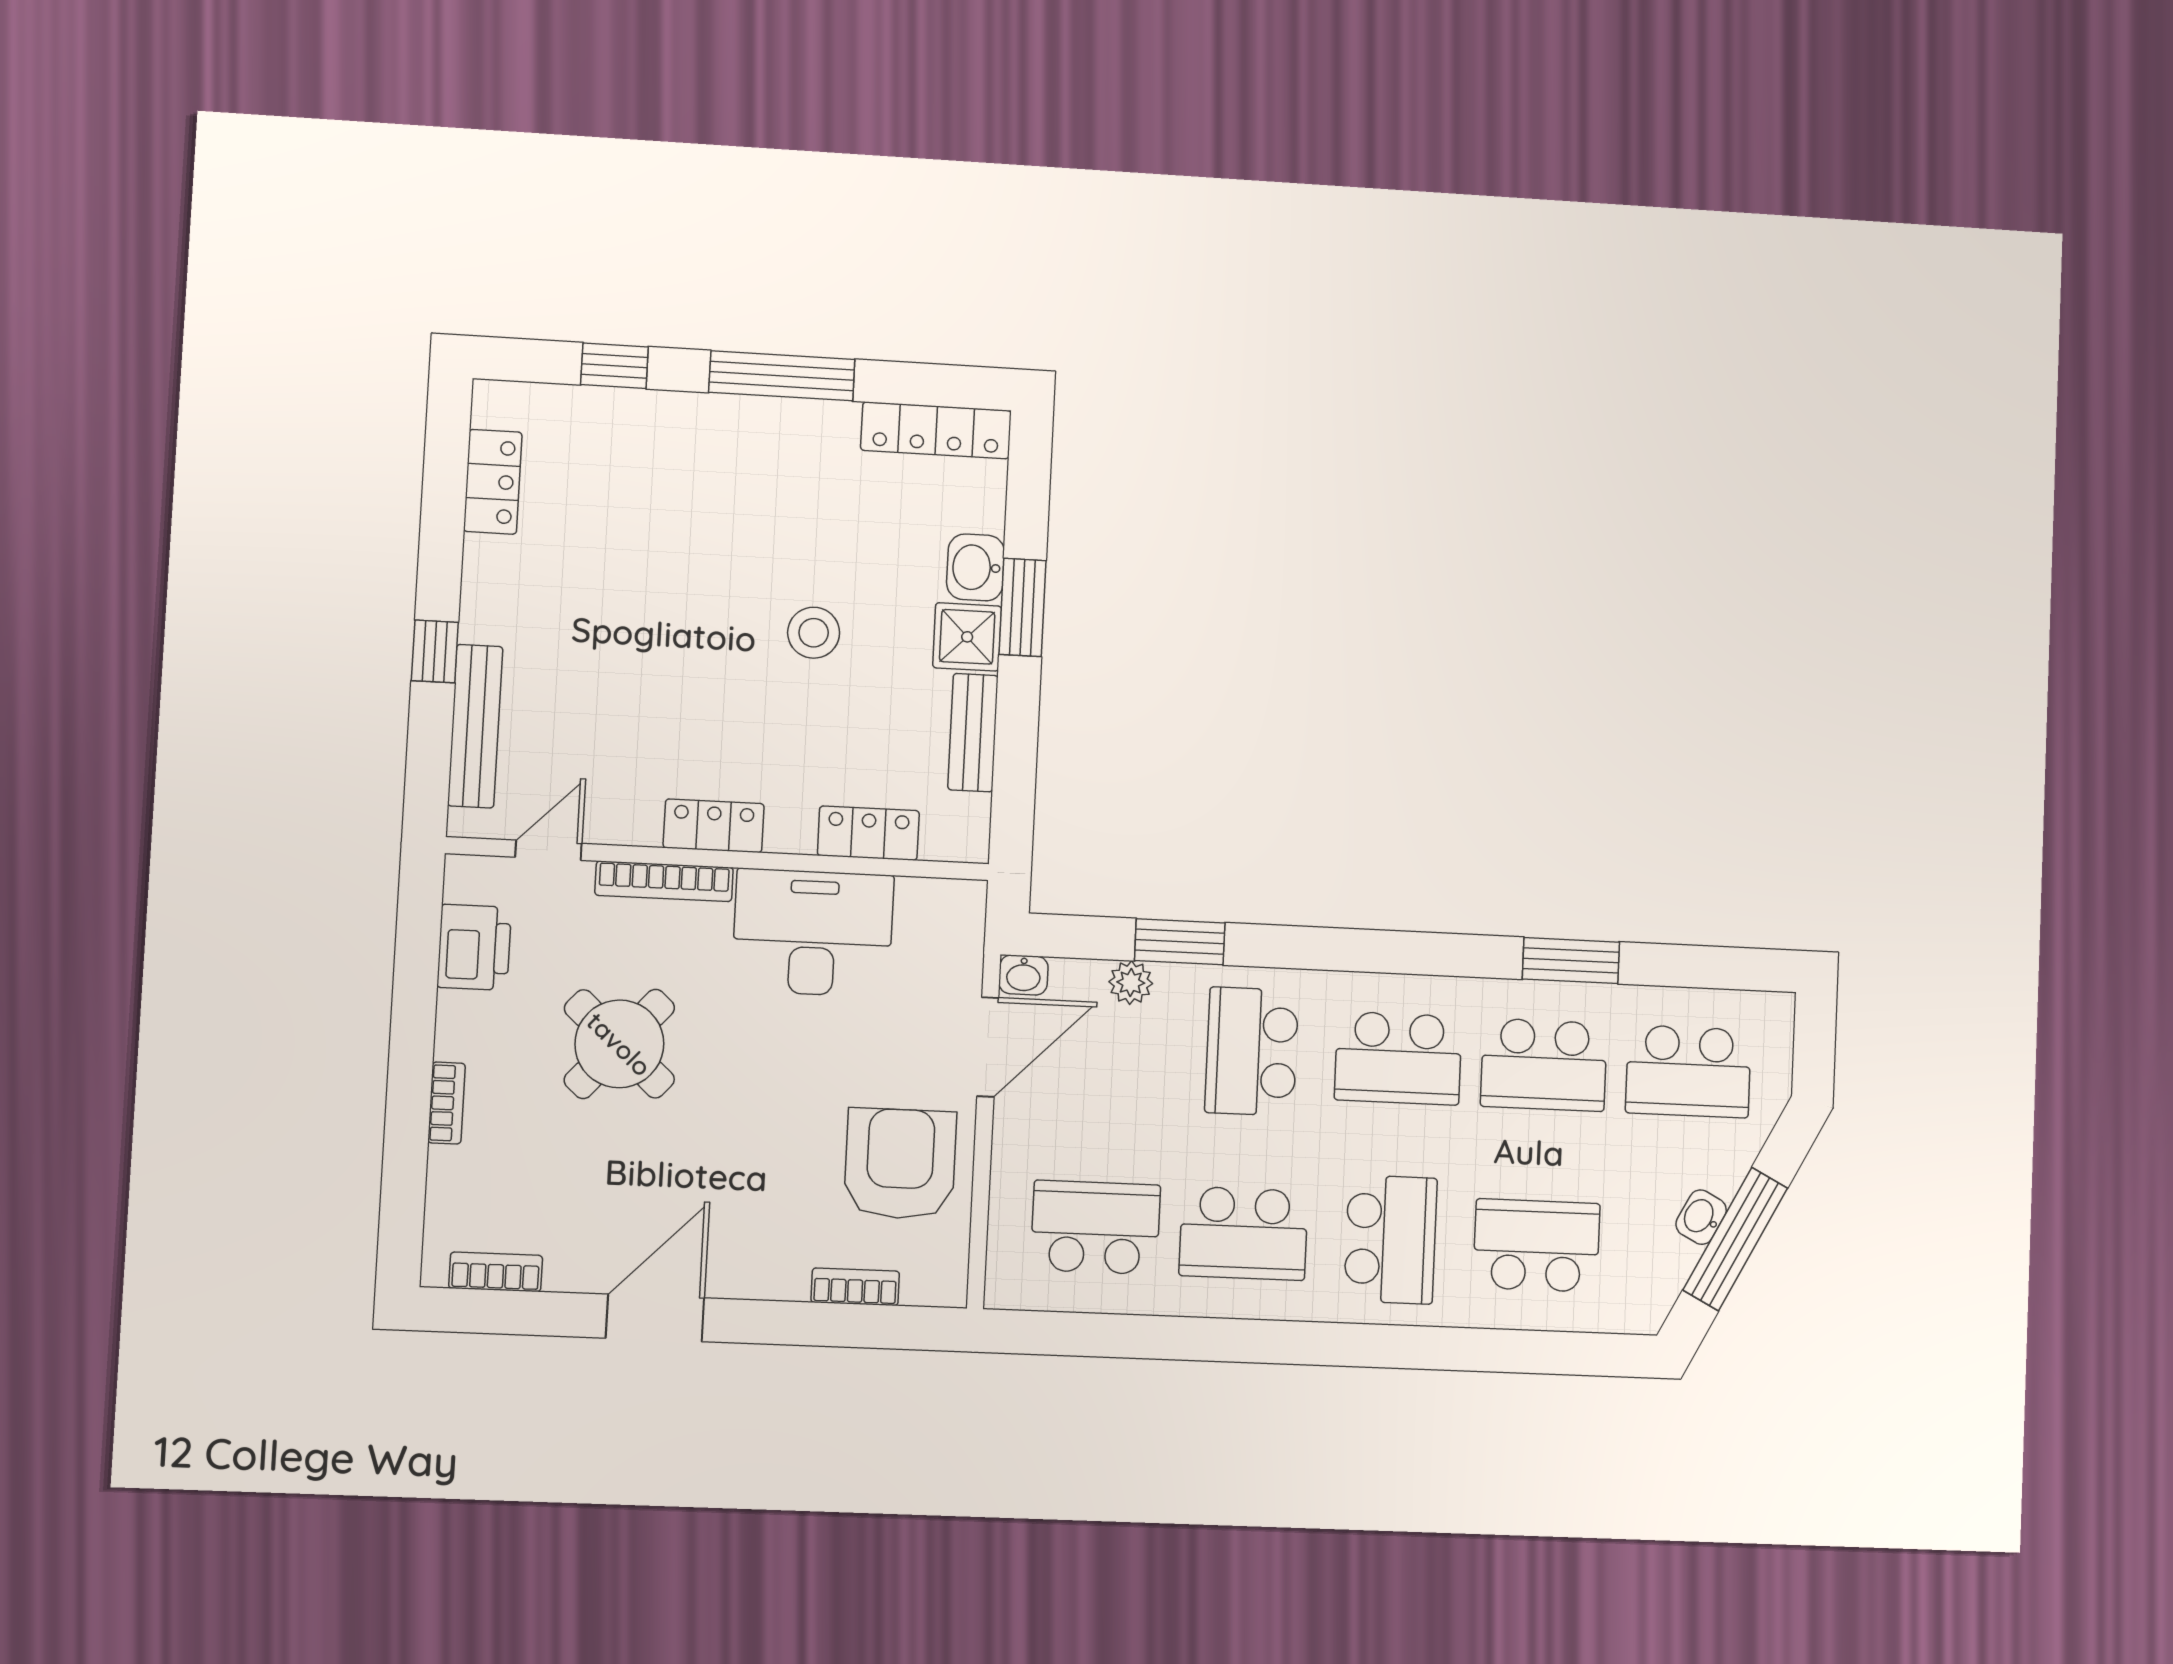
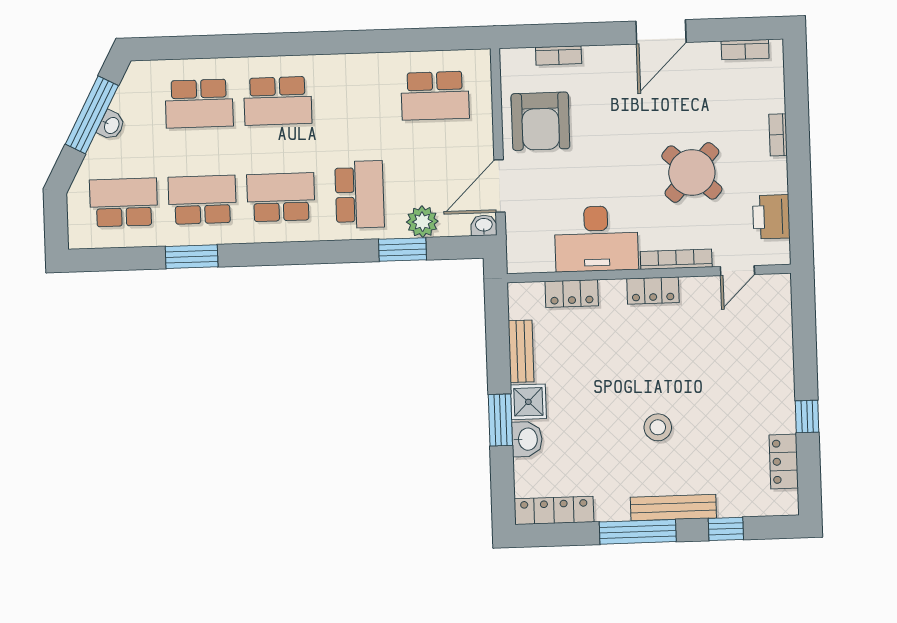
stool: (814, 633) -> (658, 427), moved
window: (435, 651) -> (807, 416), moved
bench: (475, 726) -> (673, 508), moved, turned 90
plant: (1131, 983) -> (422, 222), width x1.38, depth x1.38
school desk: (1244, 1233) -> (356, 98), removed
school desk: (1391, 1239) -> (278, 101), turned -90

